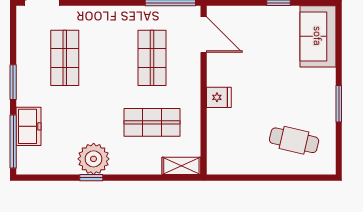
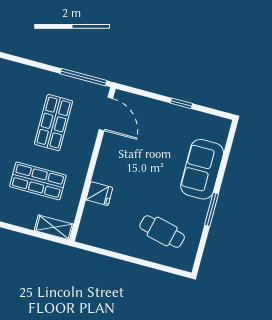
sofa: (318, 36) -> (202, 169), moved
fridge: (219, 97) -> (99, 194), moved

